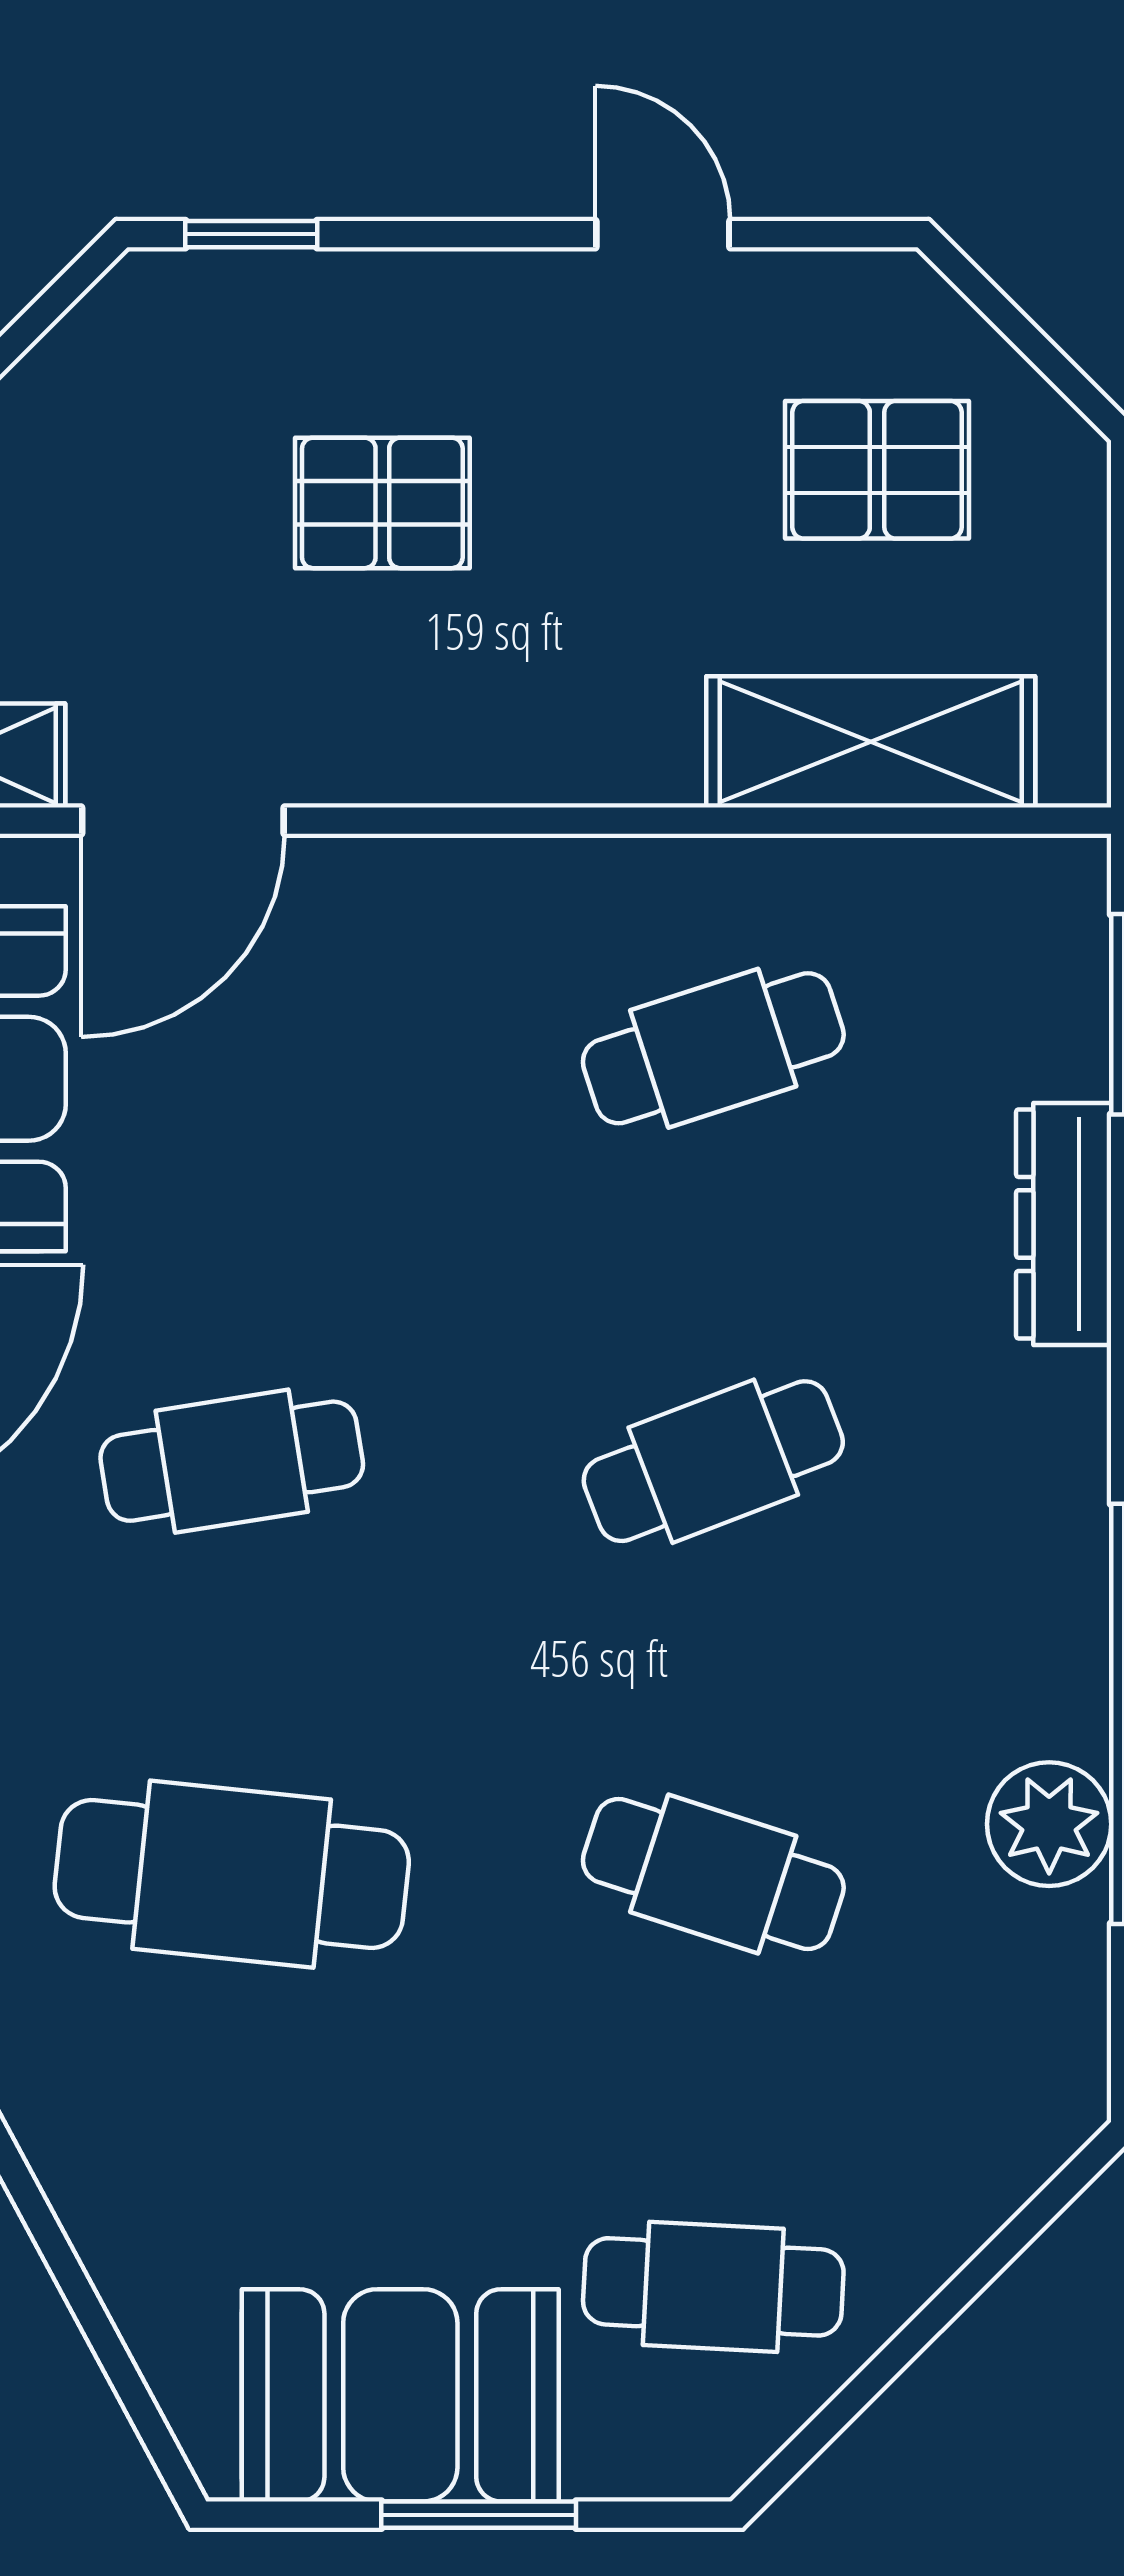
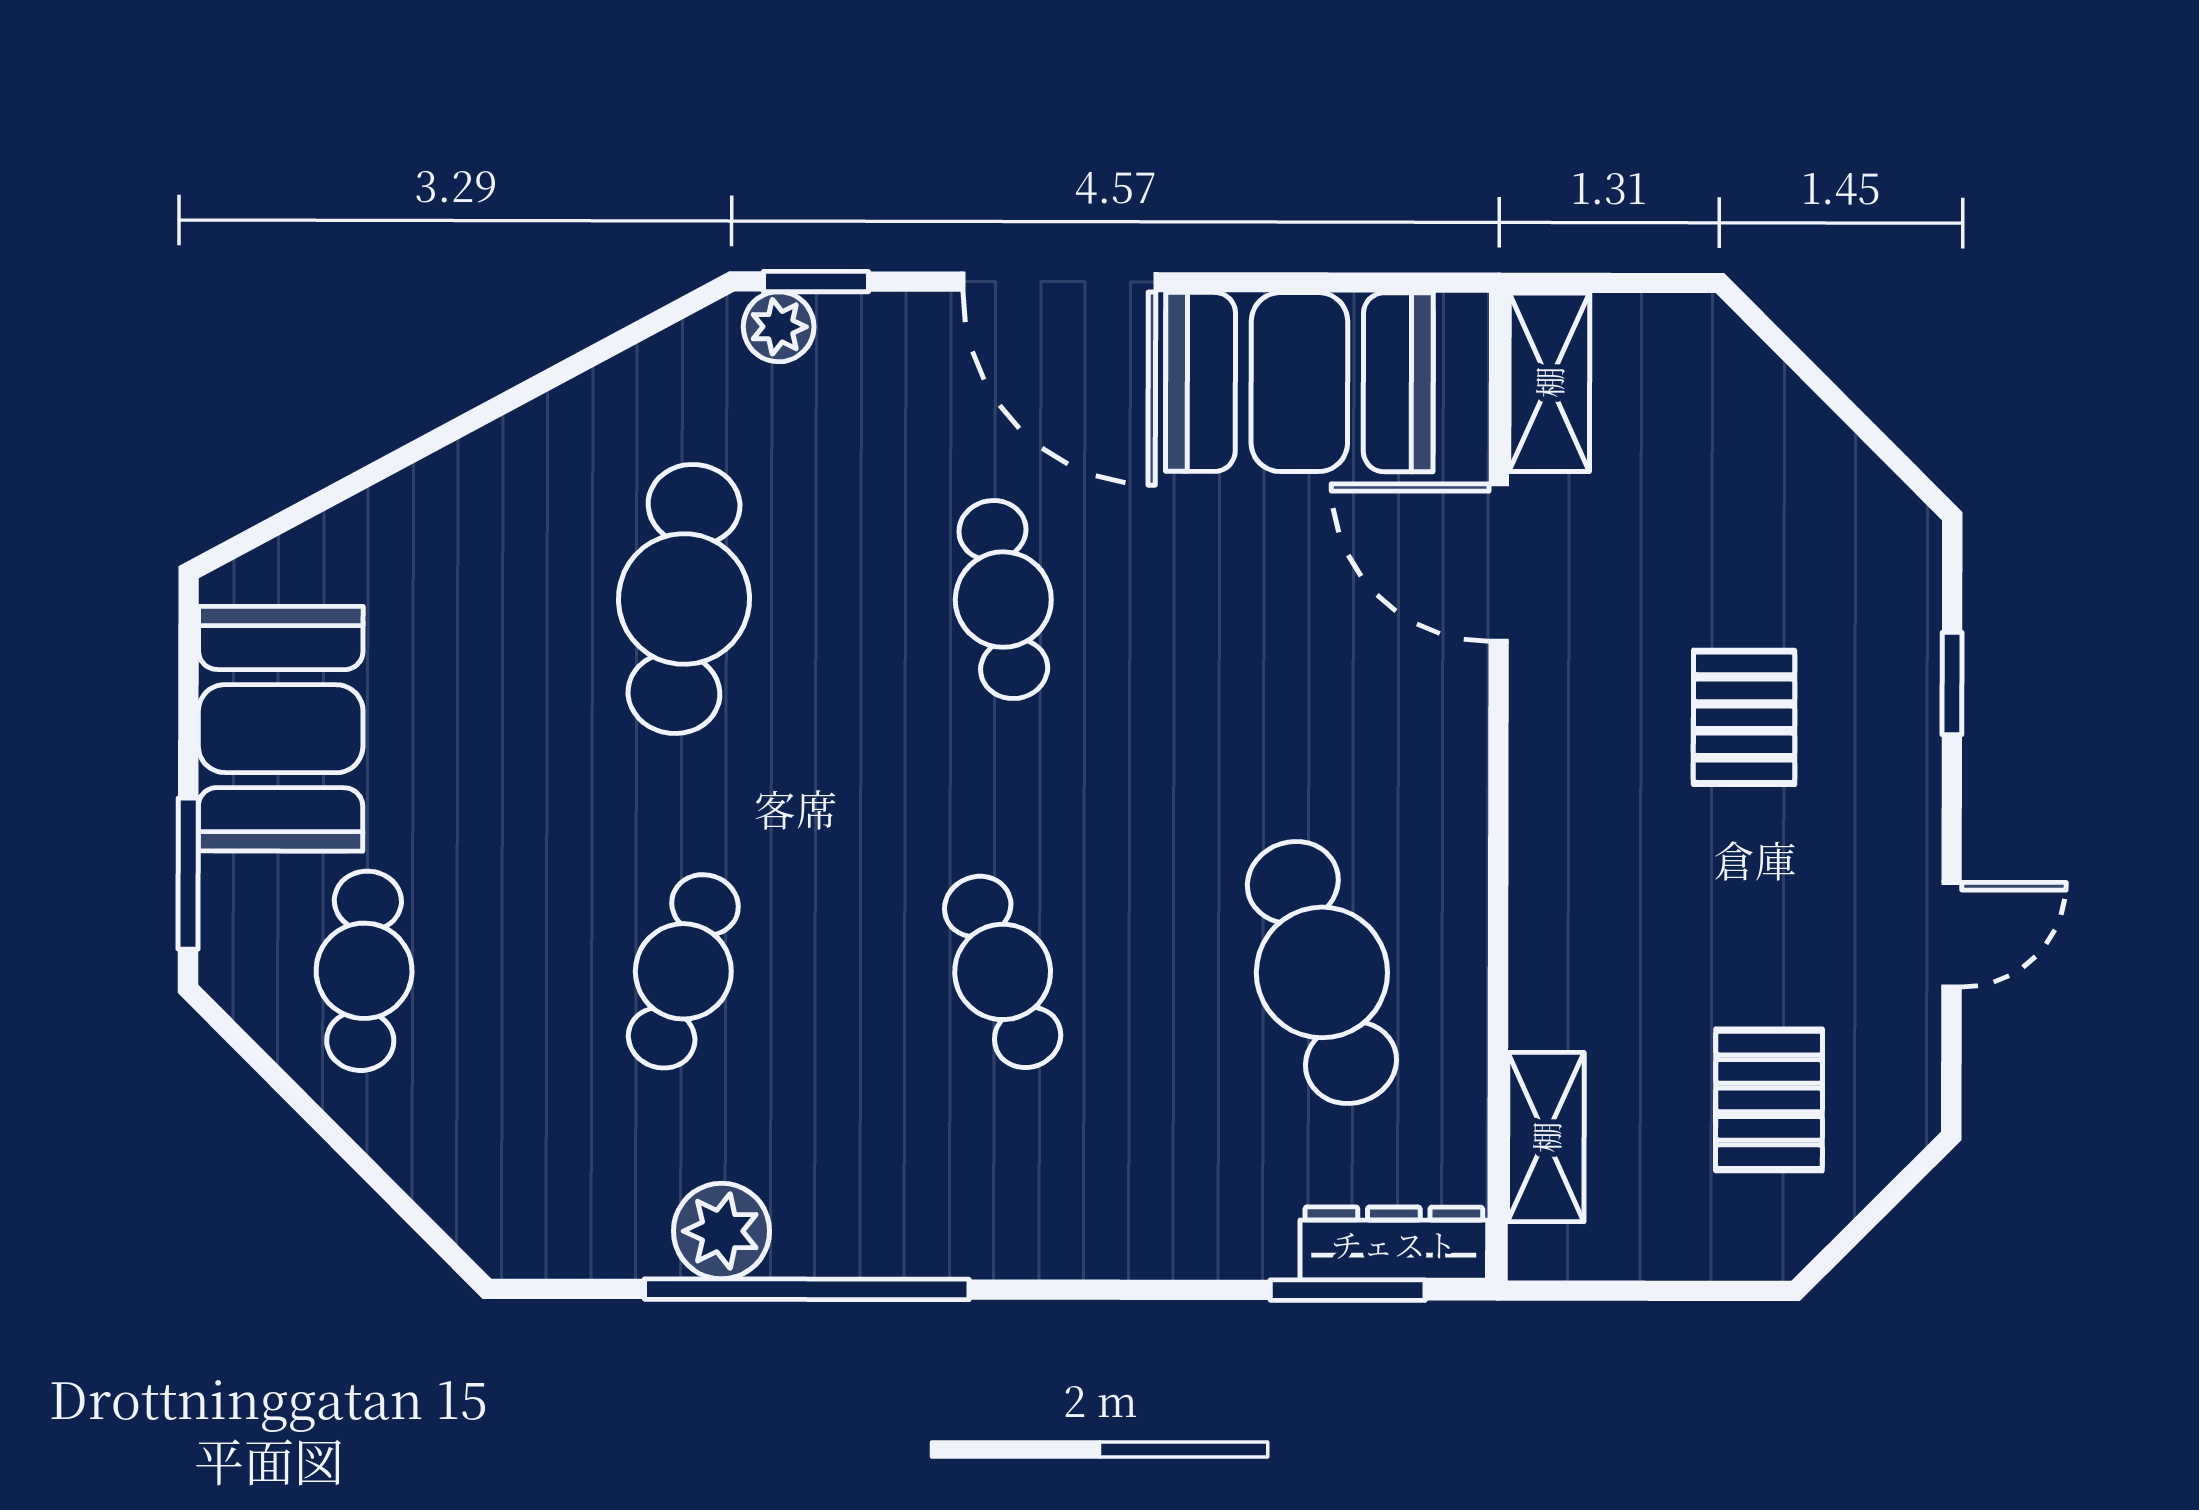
window: (251, 234) -> (1952, 683), moved
shelving: (871, 742) -> (1546, 1137), width x0.67, depth x0.75
cafe table: (713, 1048) -> (1322, 972), width x1.37, depth x1.35
dresser: (1064, 1224) -> (1394, 1244), moved
window: (479, 2515) -> (188, 874), moved

